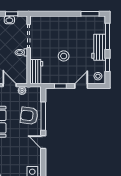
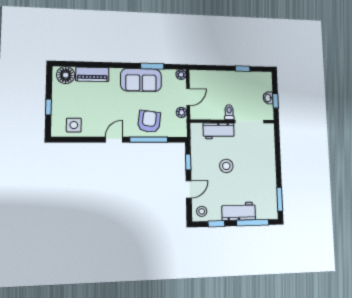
workbench: (36, 72) -> (219, 131), moved
door: (81, 86) -> (189, 189), hinge flipped

